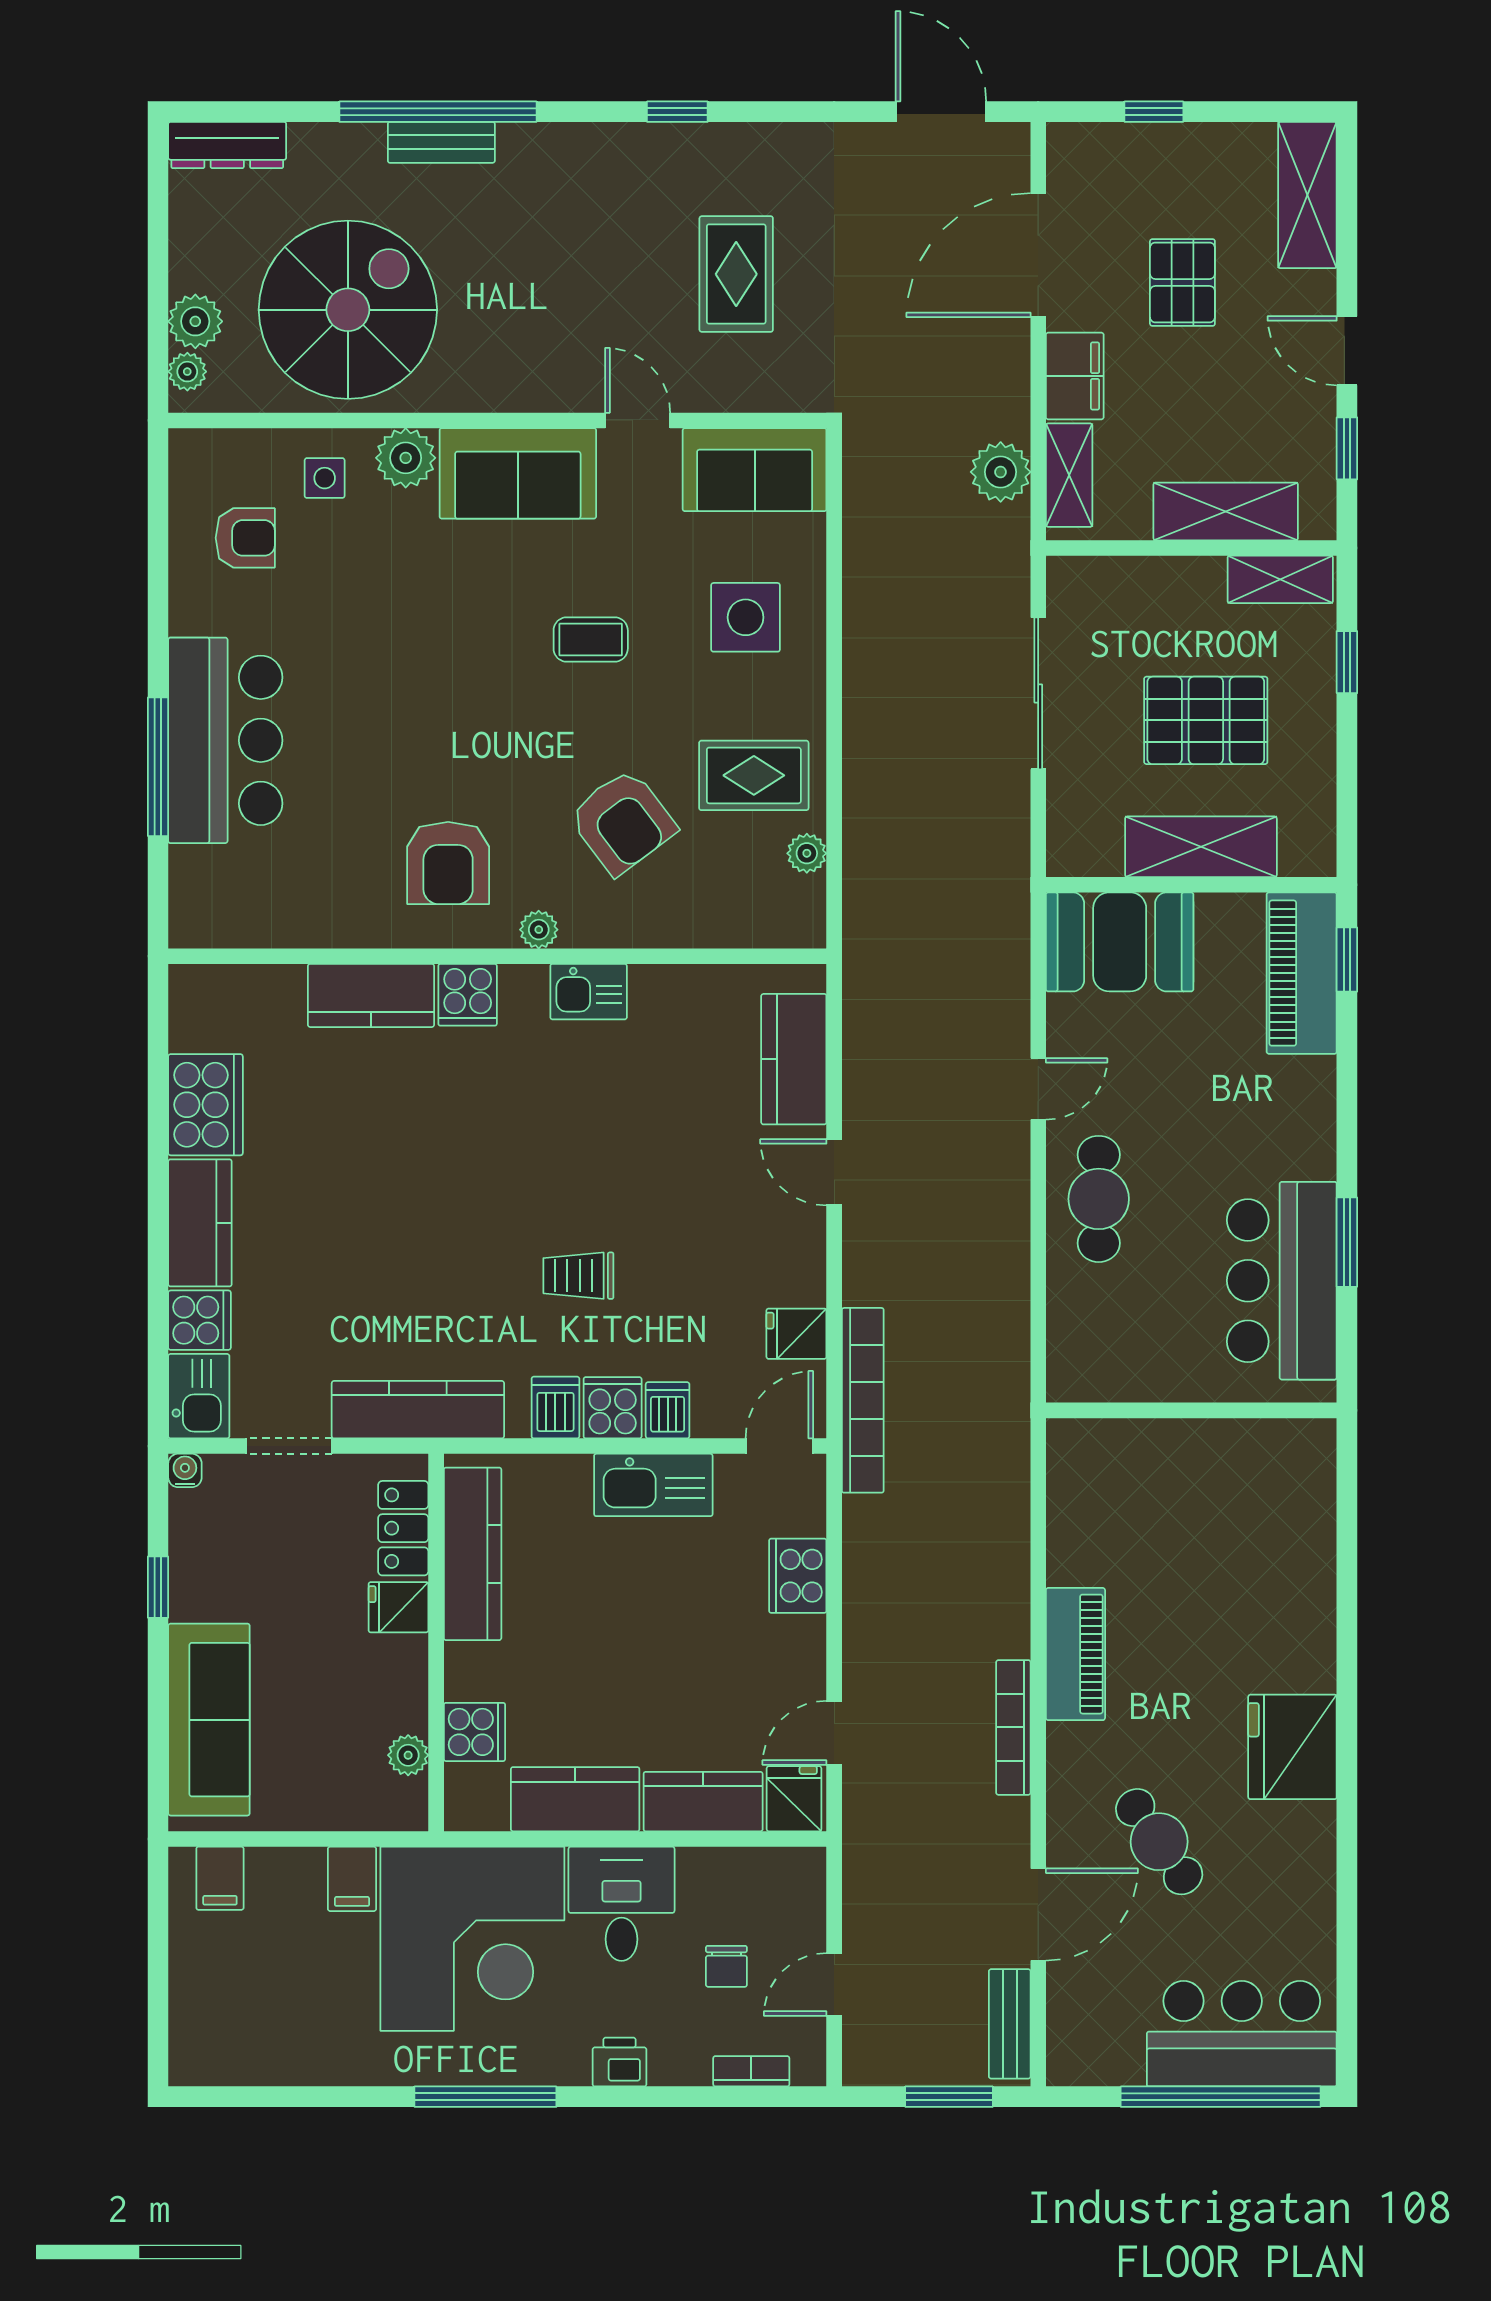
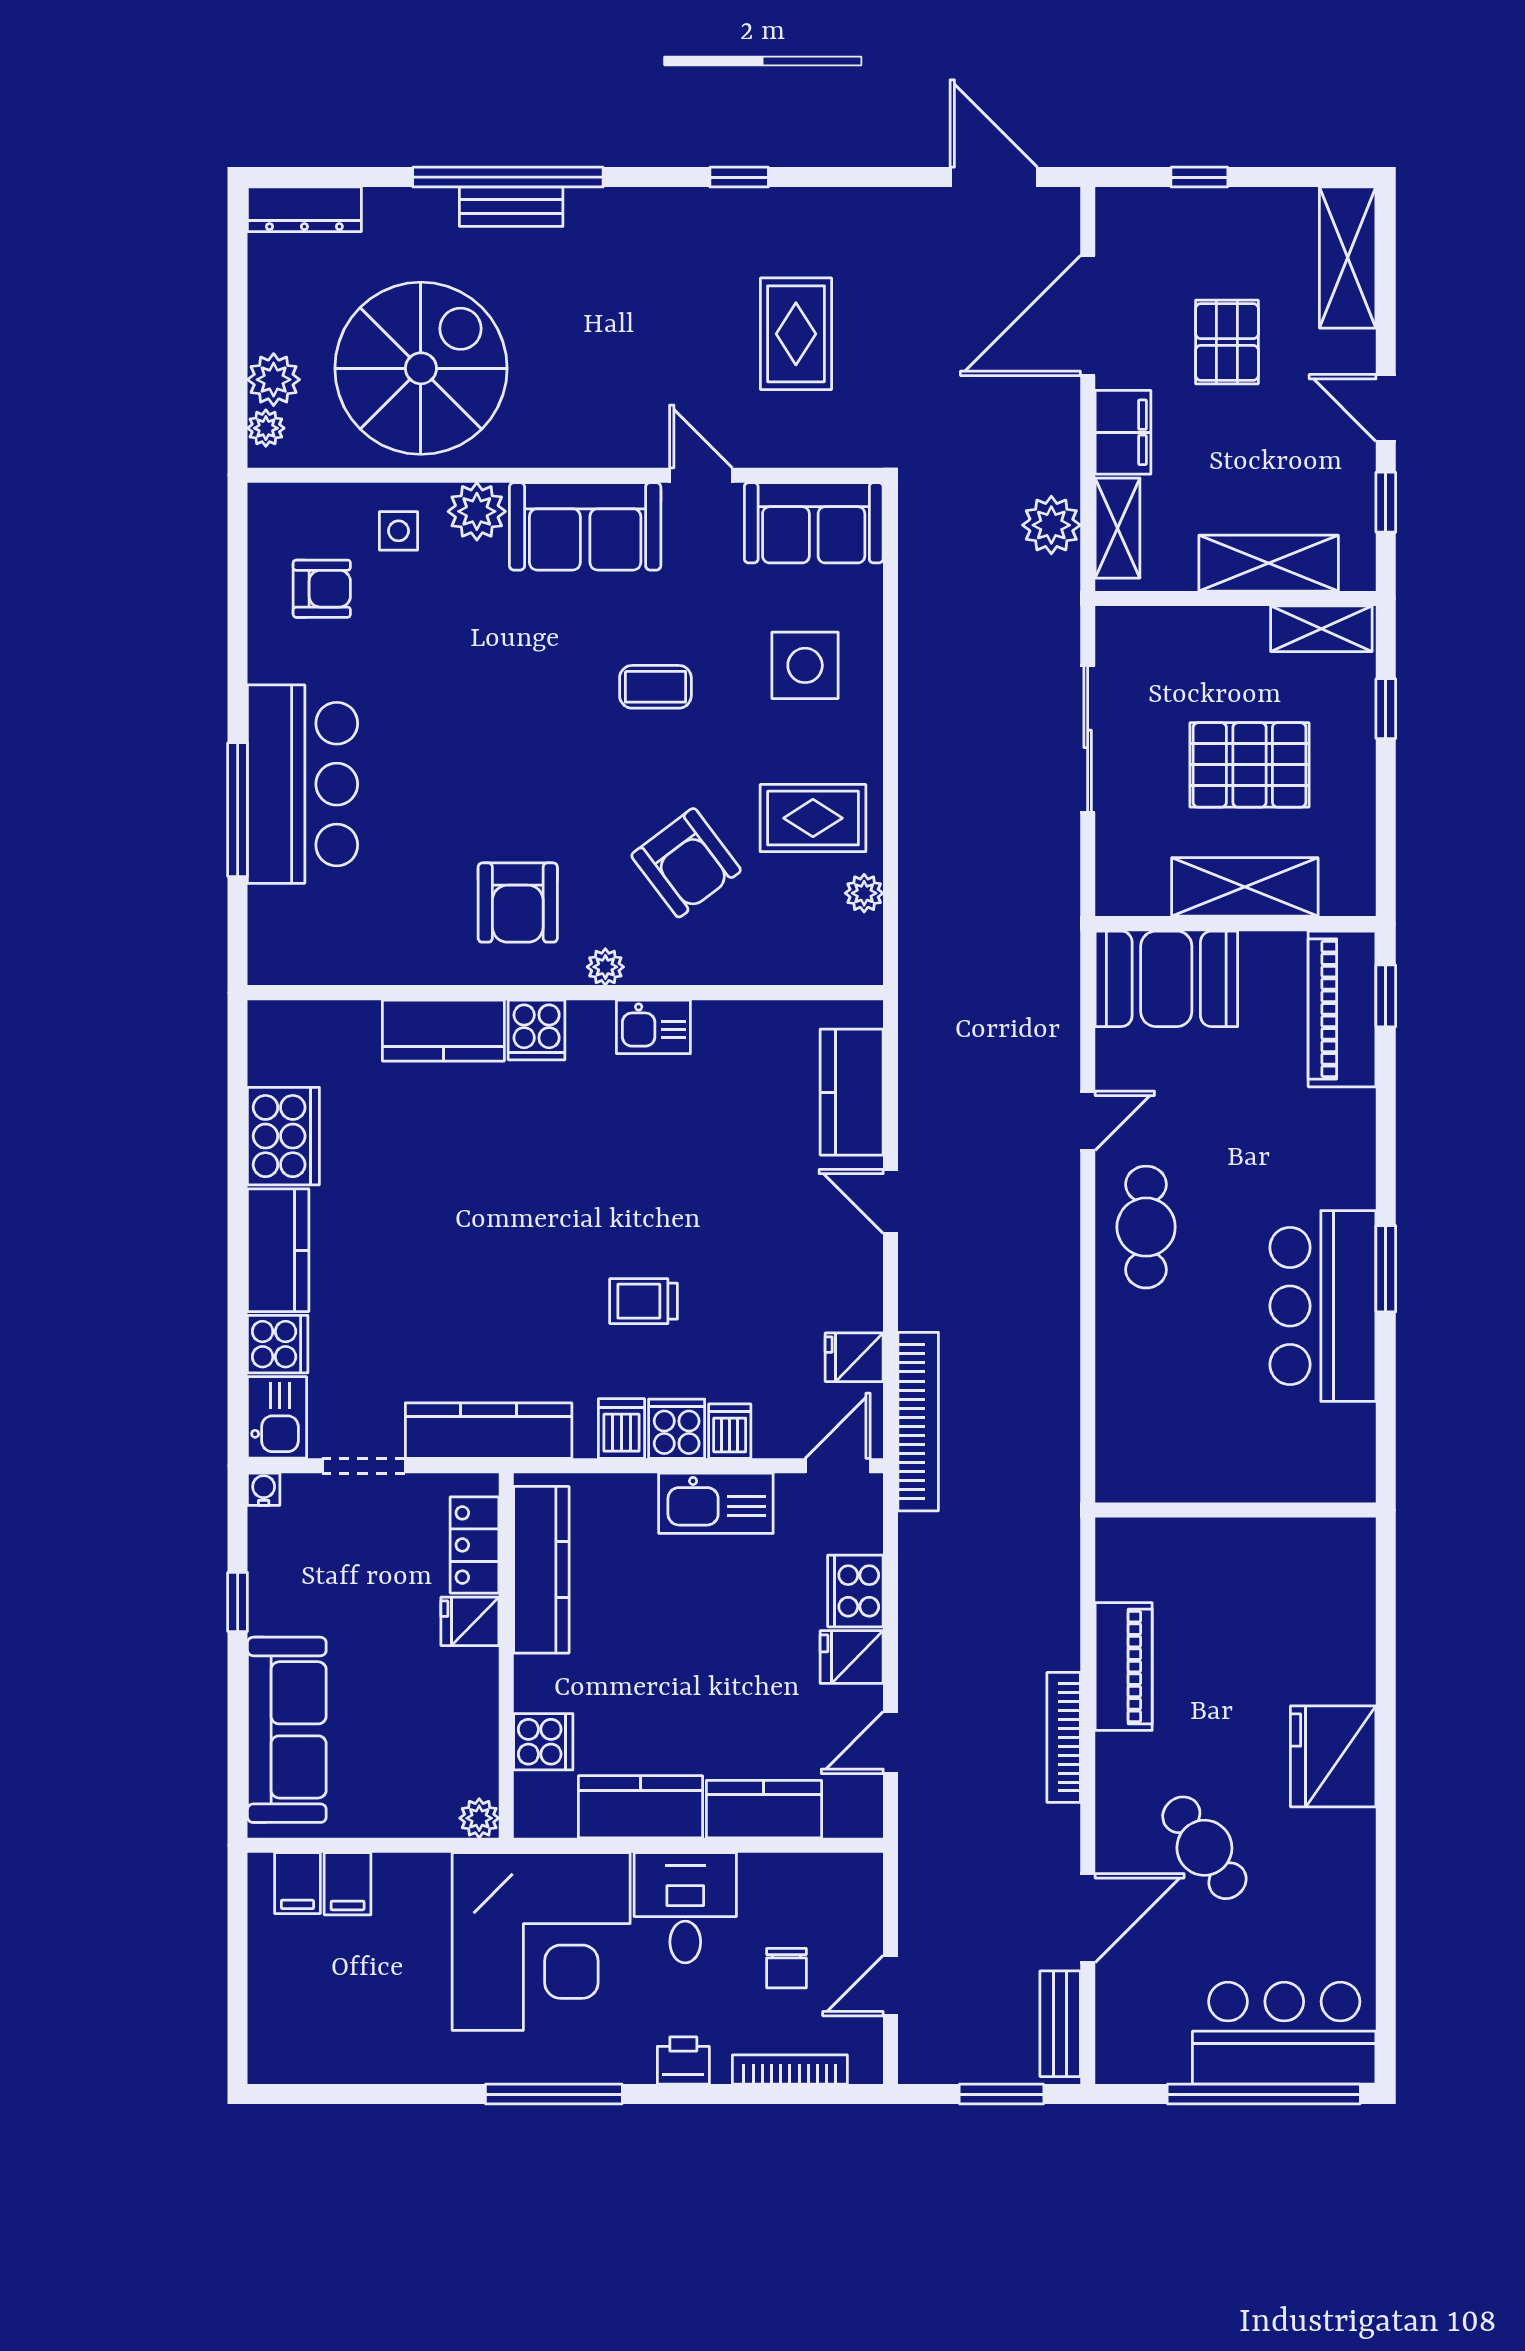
wall: (1191, 1410) -> (1235, 1510), moved
plant: (408, 1755) -> (479, 1818), moved
fridge: (794, 1799) -> (852, 1657), moved, turned -90
filing cabinet: (352, 1879) -> (348, 1884), moved
bookcase: (751, 2071) -> (790, 2069), width x1.56

